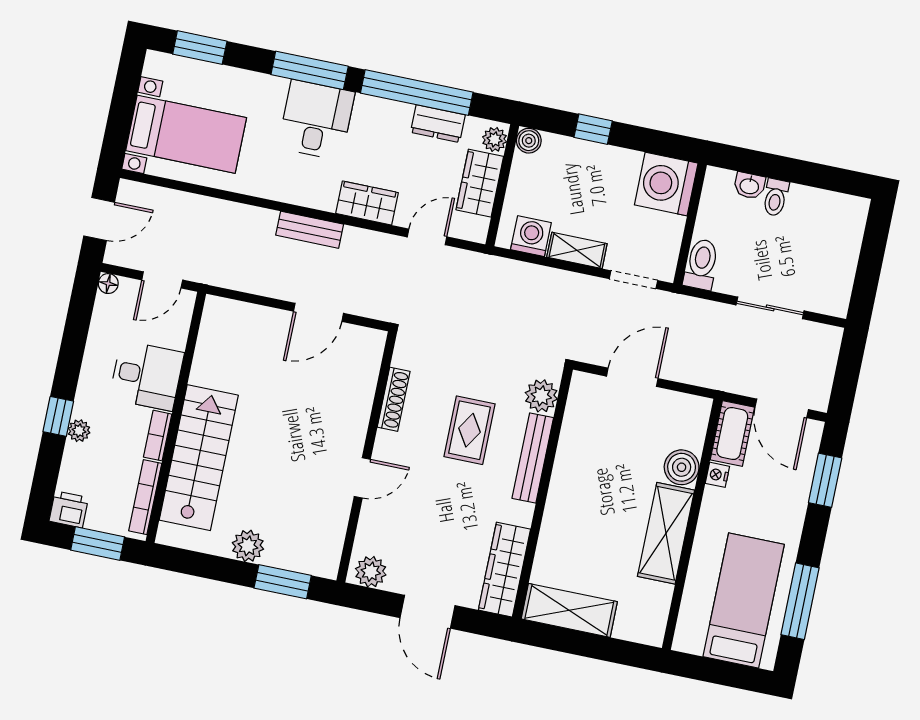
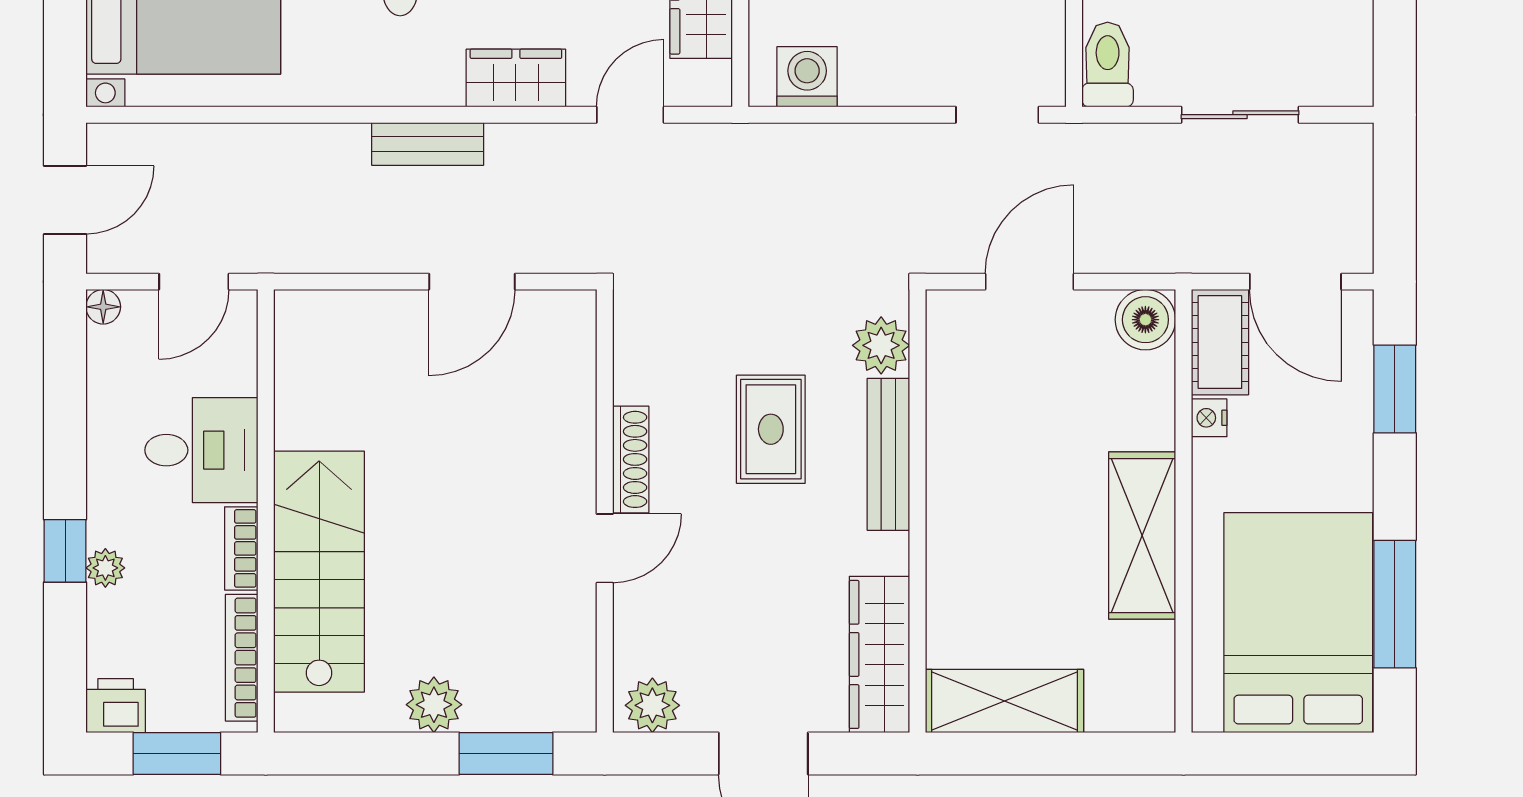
shelving: (577, 250) -> (891, 85), removed
shoe rack: (394, 399) -> (631, 459), moved
boiler: (682, 467) -> (1145, 320), moved
bed: (744, 600) -> (1298, 623), width x1.50

